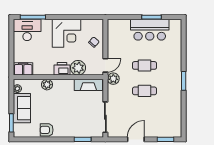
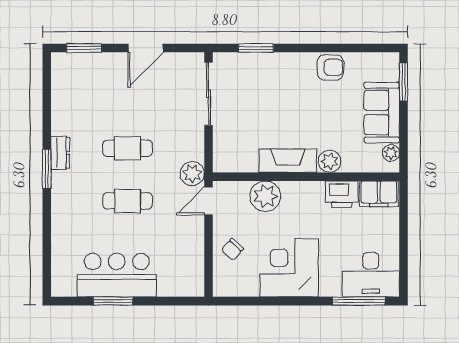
printer: (62, 69) -> (342, 194), moved
fireplace: (88, 85) -> (288, 161), moved
dresser: (177, 89) -> (60, 153), added

